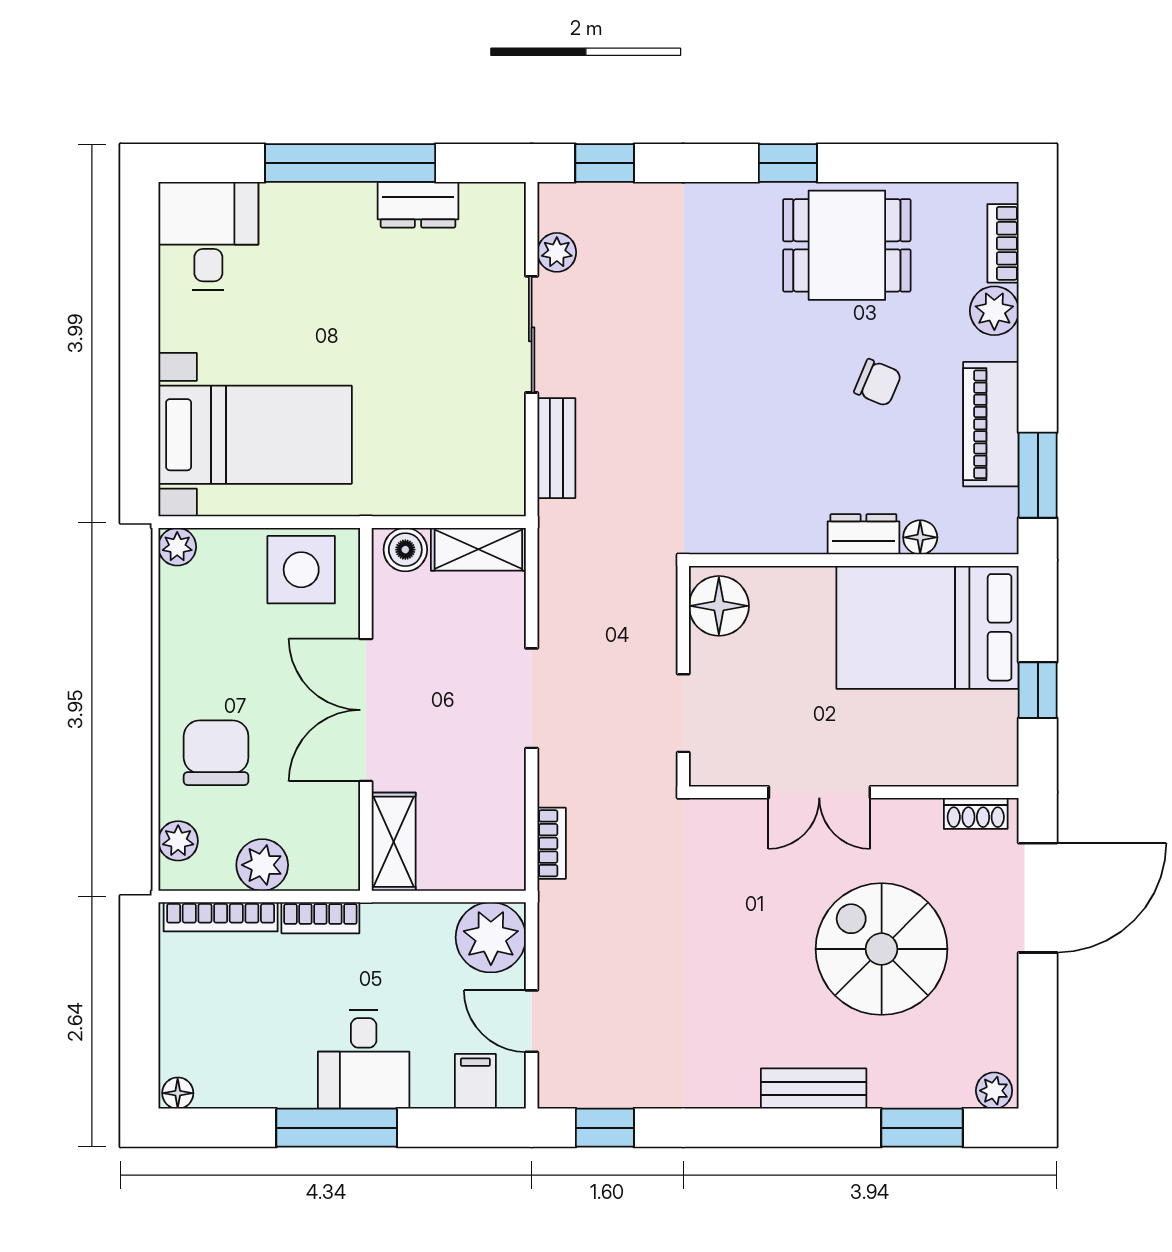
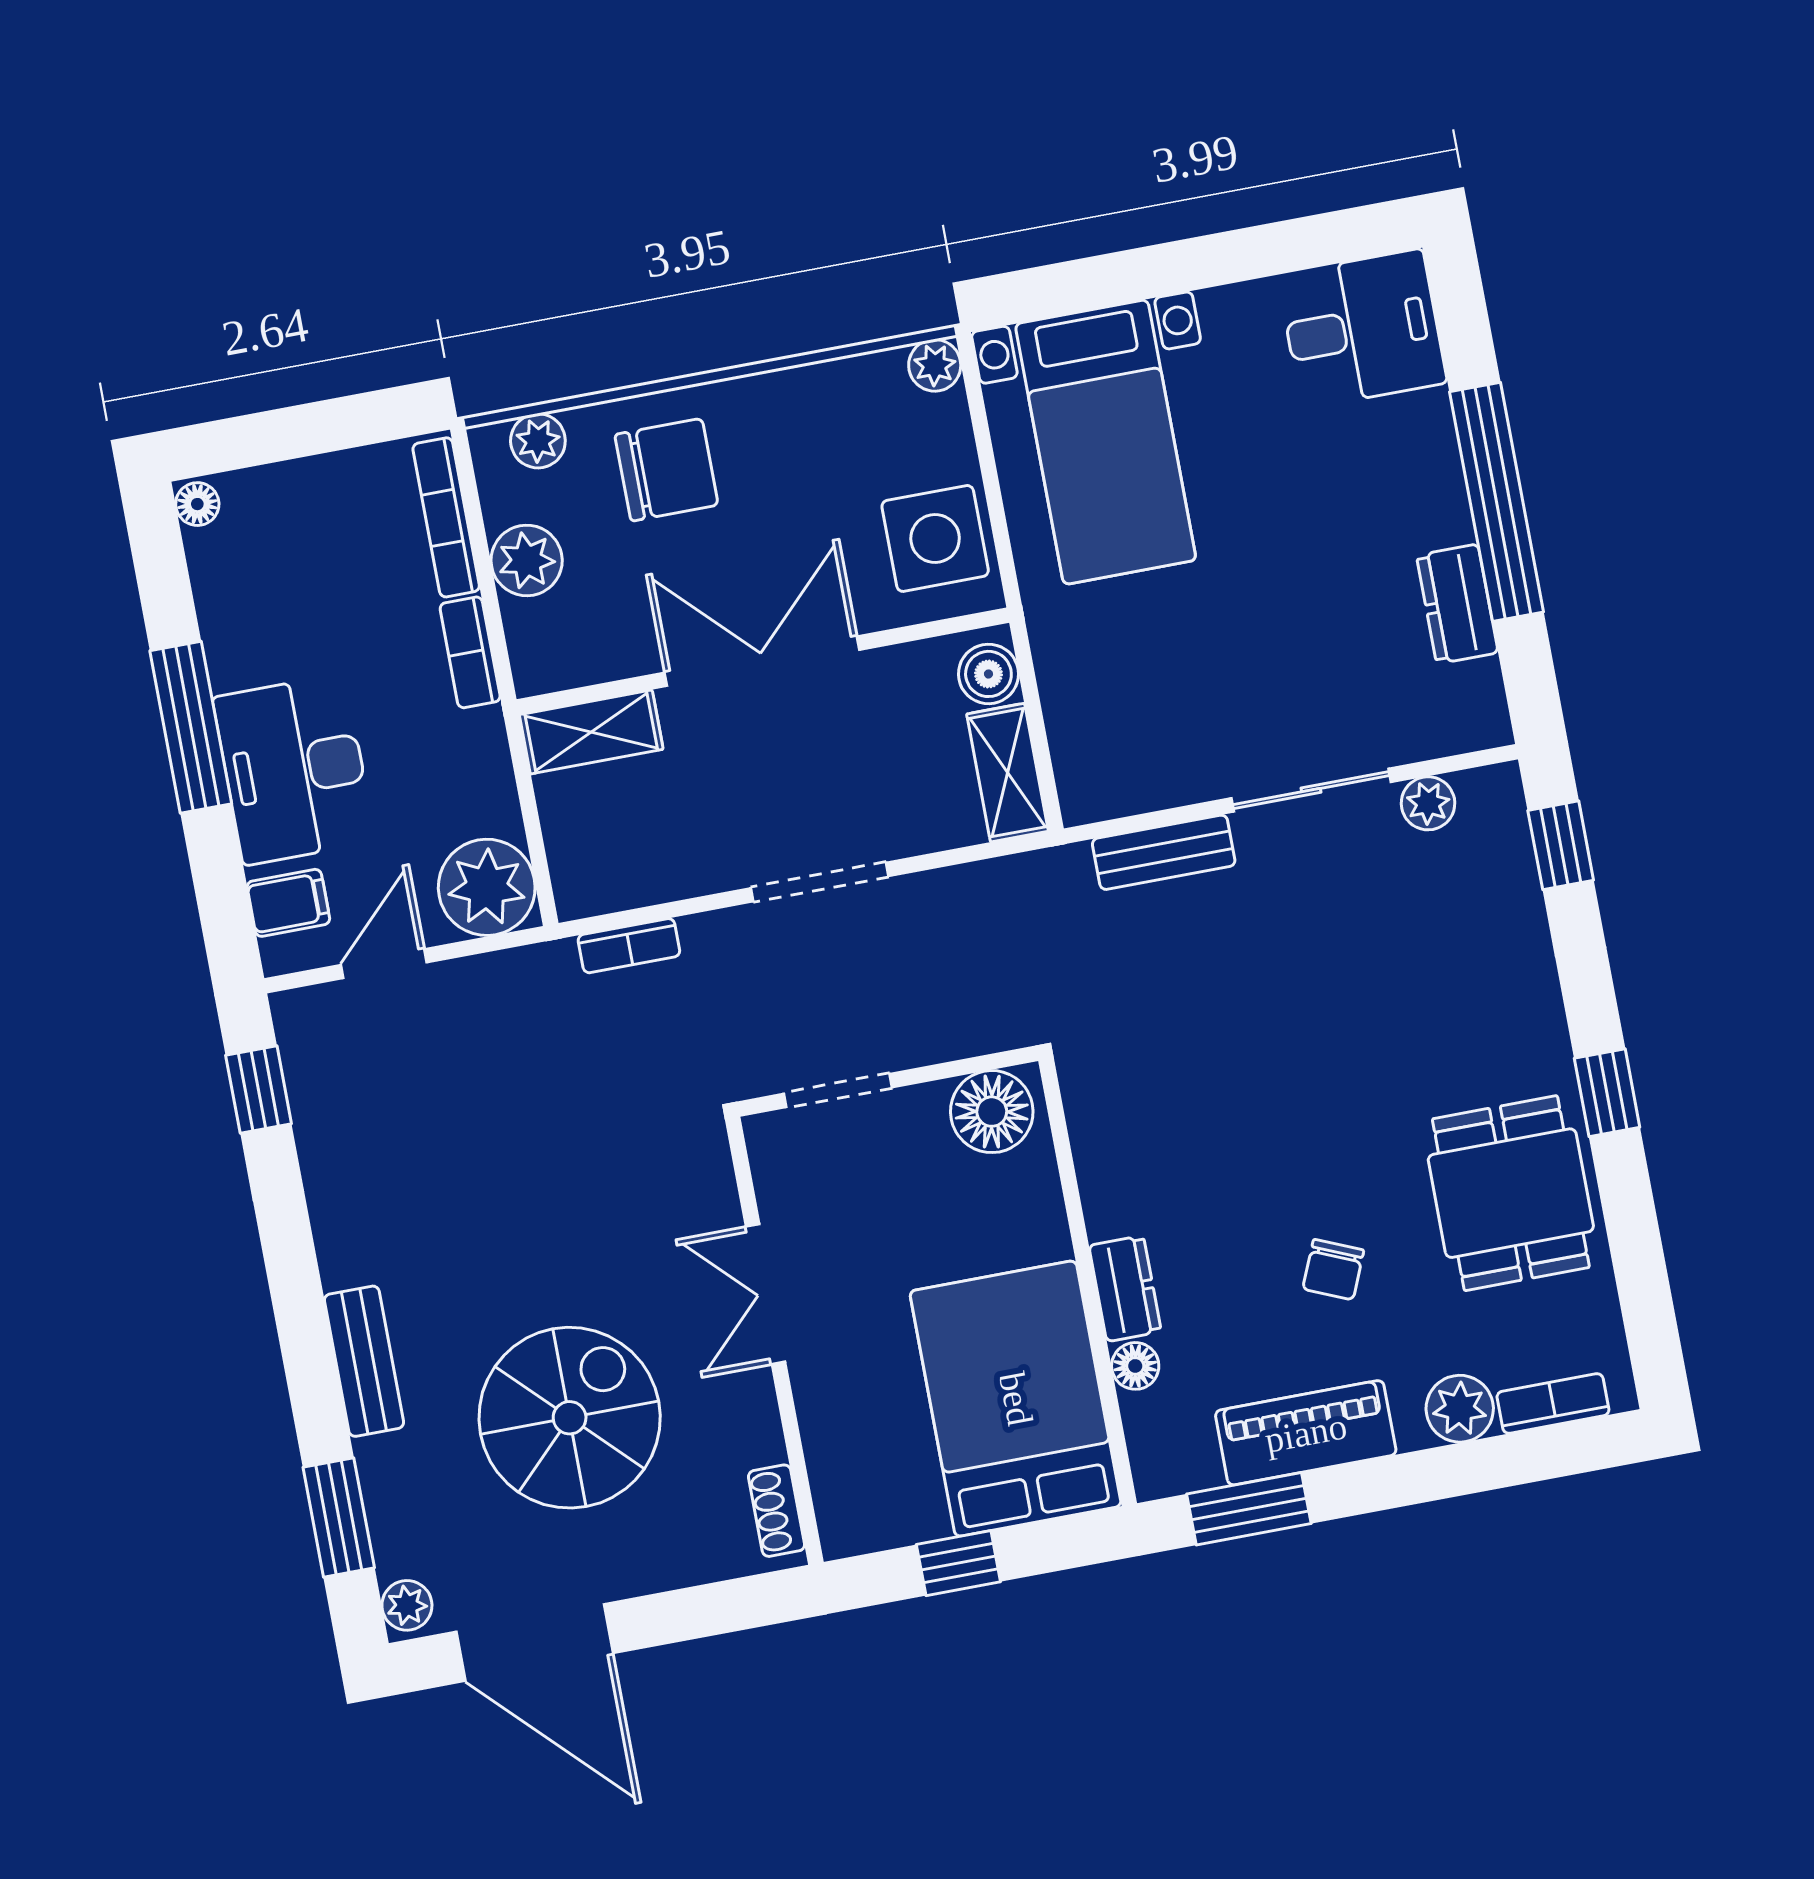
door: (1038, 898) -> (535, 1642), moved
desk: (364, 1059) -> (294, 769), width x1.37

